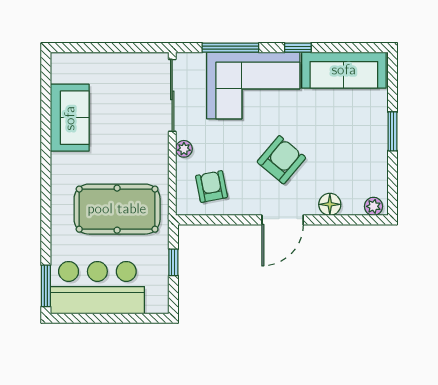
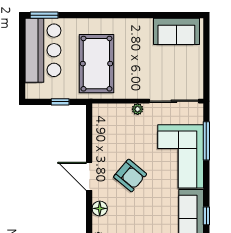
window: (298, 48) -> (206, 216), moved
sofa: (70, 118) -> (176, 31), moved
armchair: (212, 187) -> (112, 128), removed

